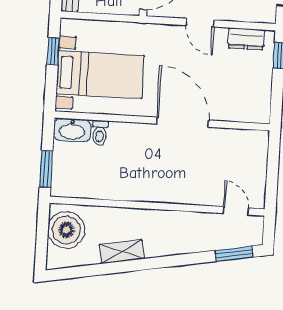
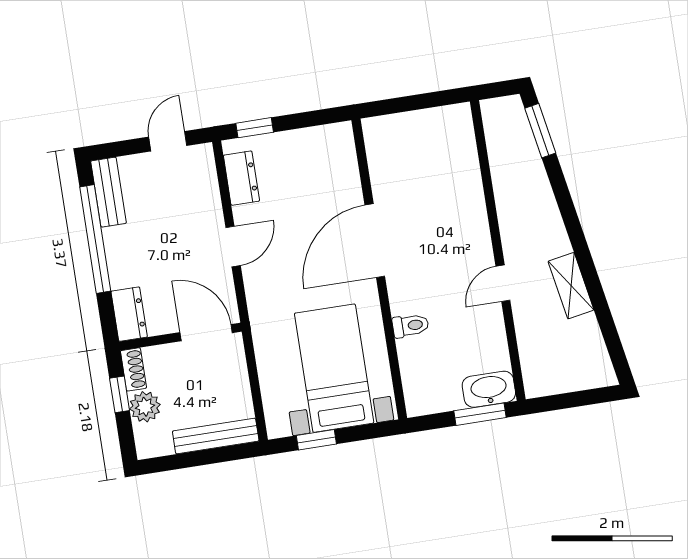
washbasin: (72, 130) -> (489, 389), moved, turned -90
toilet: (100, 133) -> (410, 326), moved
door: (236, 211) -> (503, 283), moved
boiler: (66, 230) -> (558, 368), removed

